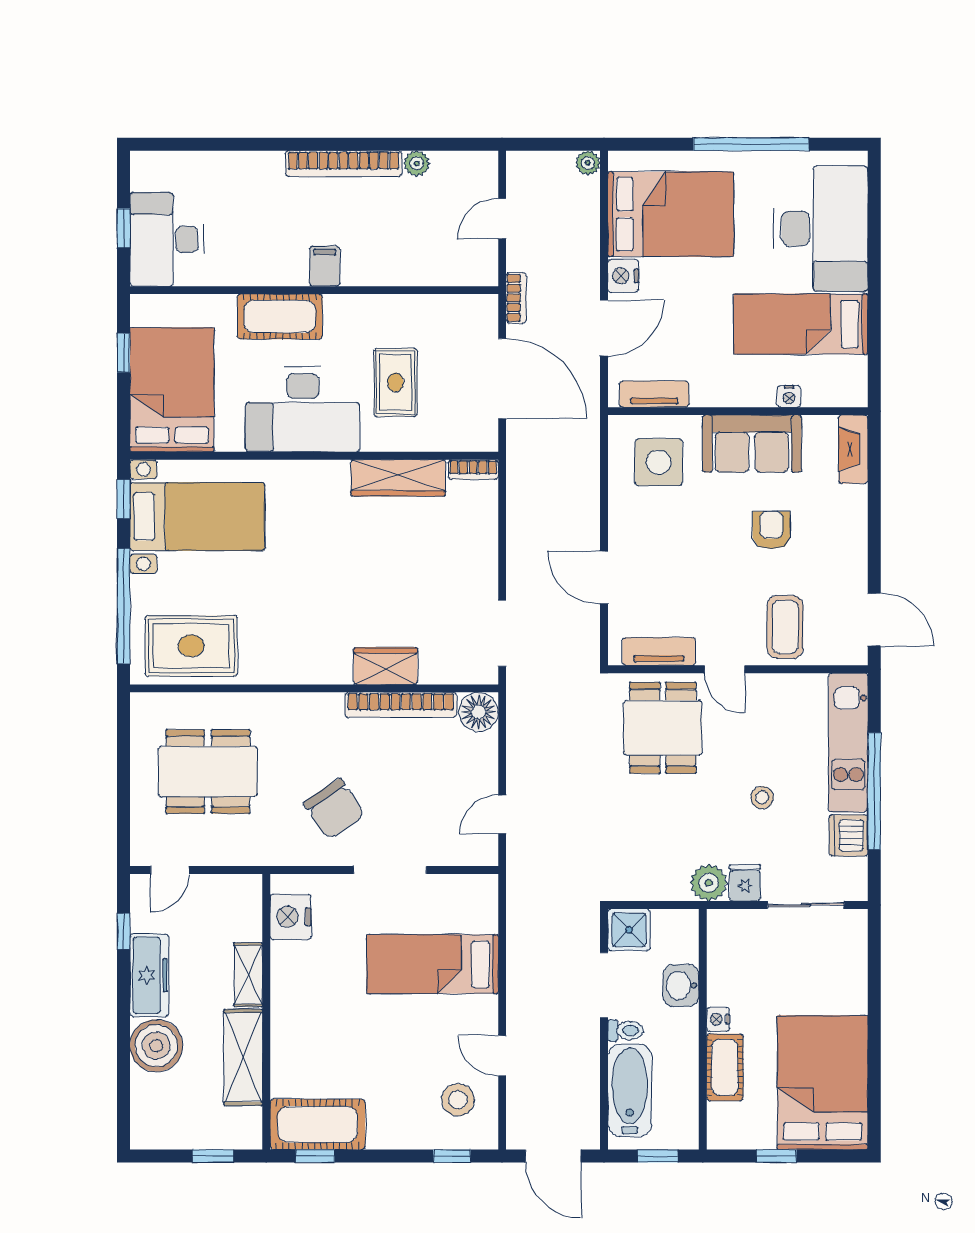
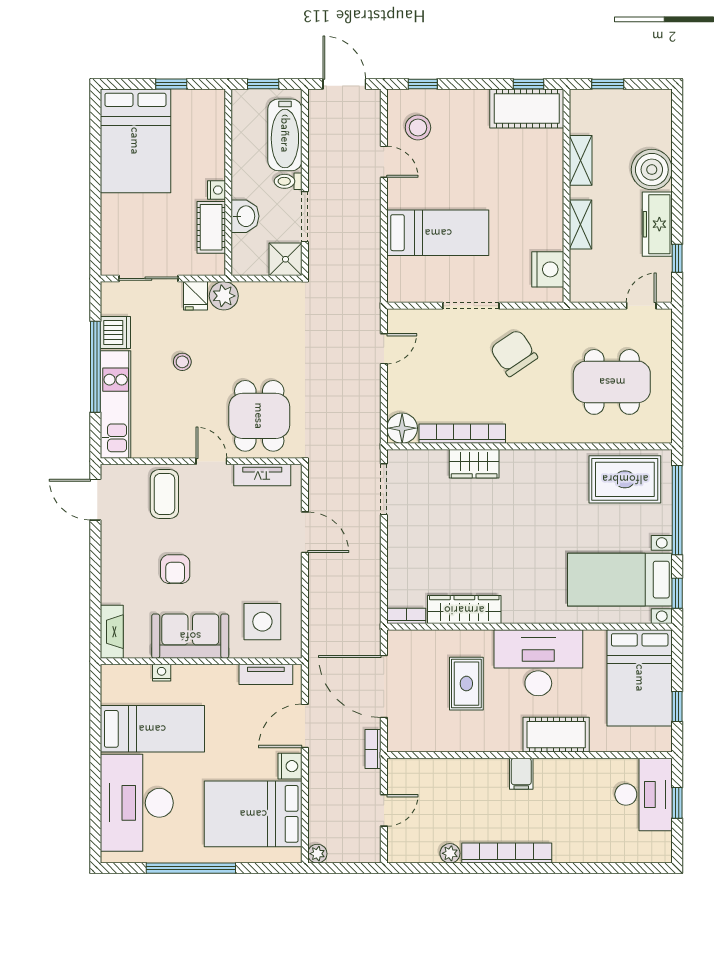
shelving: (243, 1057) -> (581, 160), width x0.67, depth x0.75
cot: (725, 1067) -> (211, 227), moved

